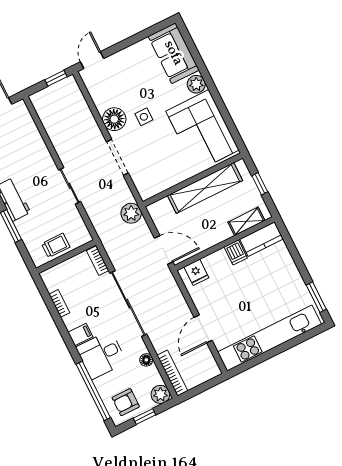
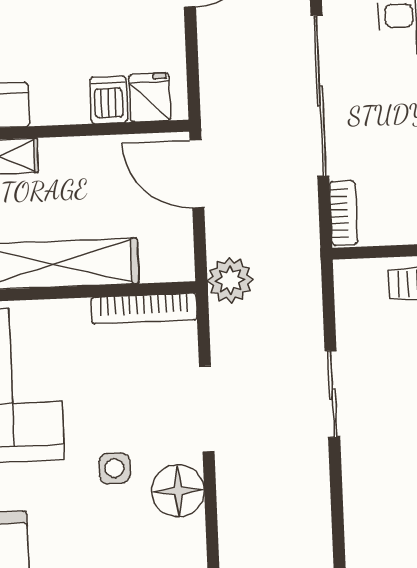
bookcase: (161, 186) -> (144, 309), added
dishwasher: (236, 252) -> (109, 100), moved

